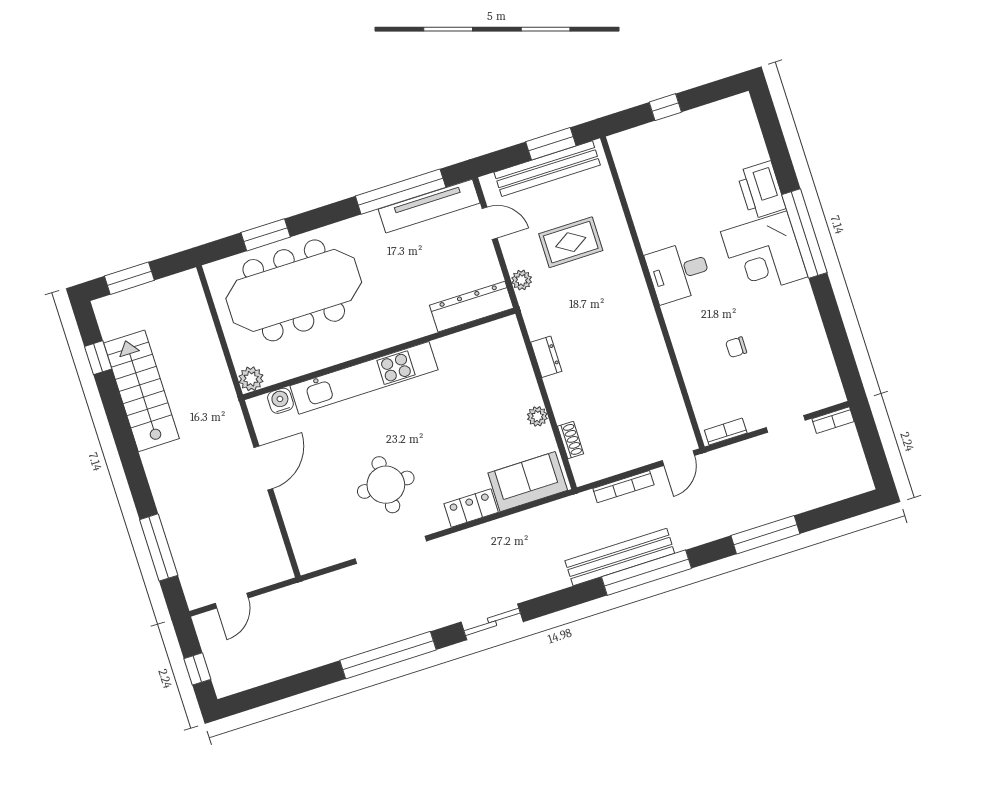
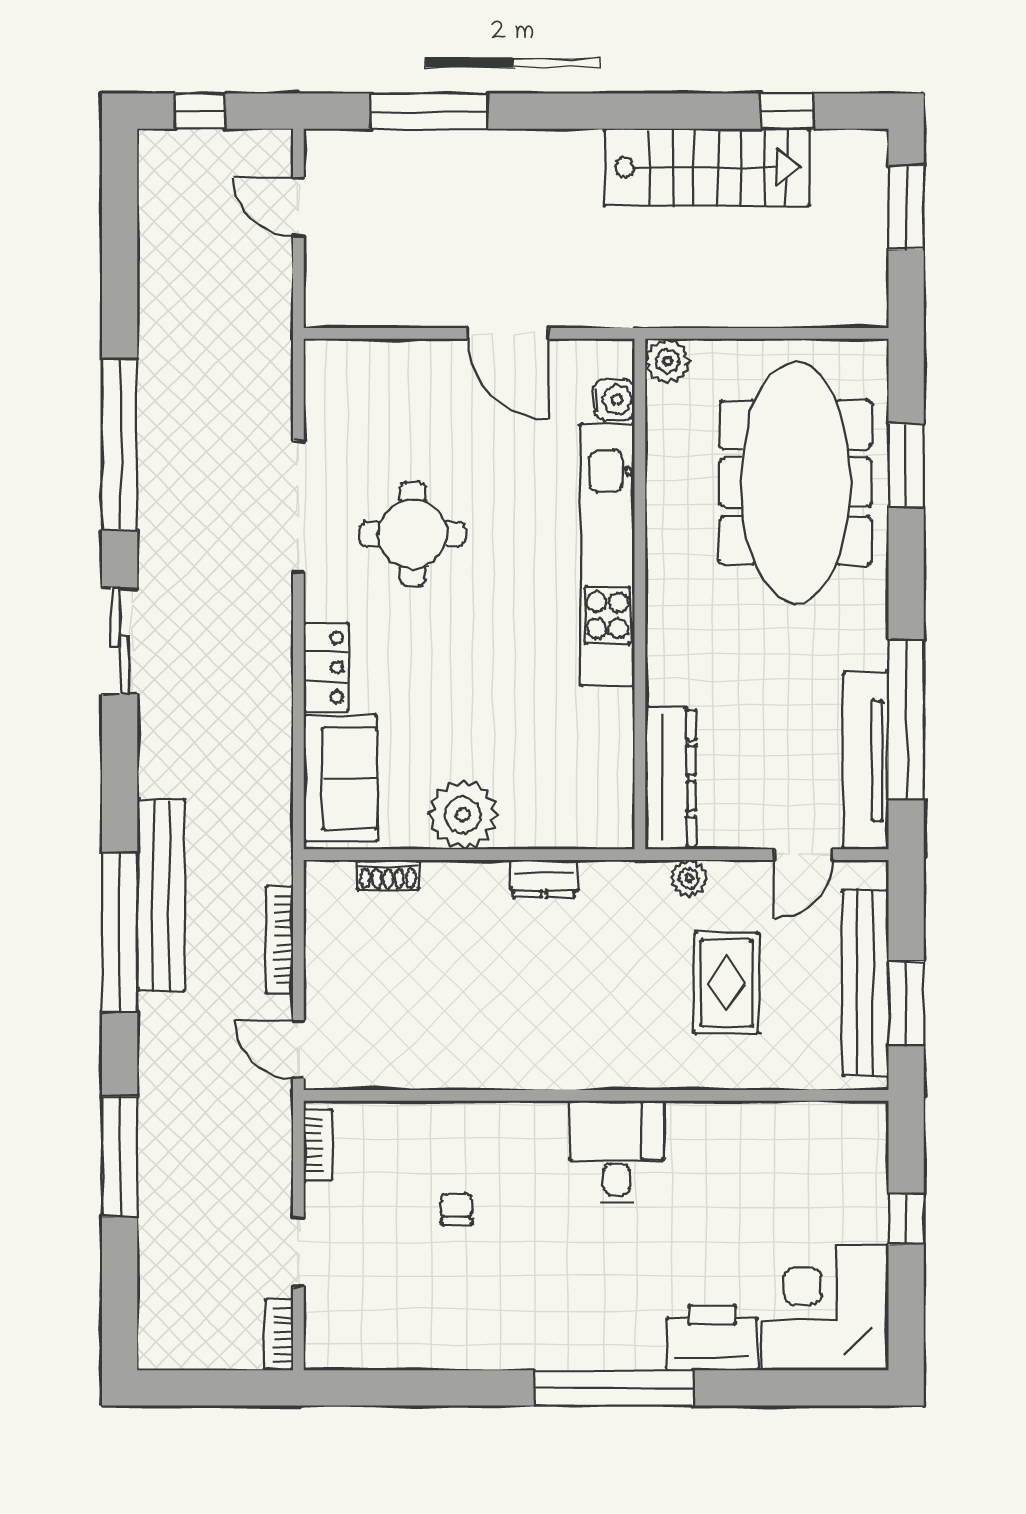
corner desk: (764, 254) -> (824, 1308), moved
plant: (537, 416) -> (463, 815), width x1.88, depth x1.88

